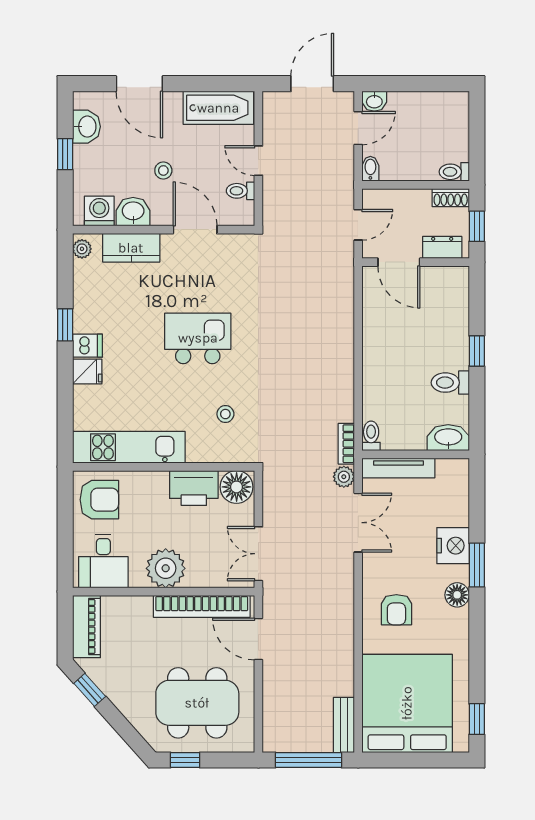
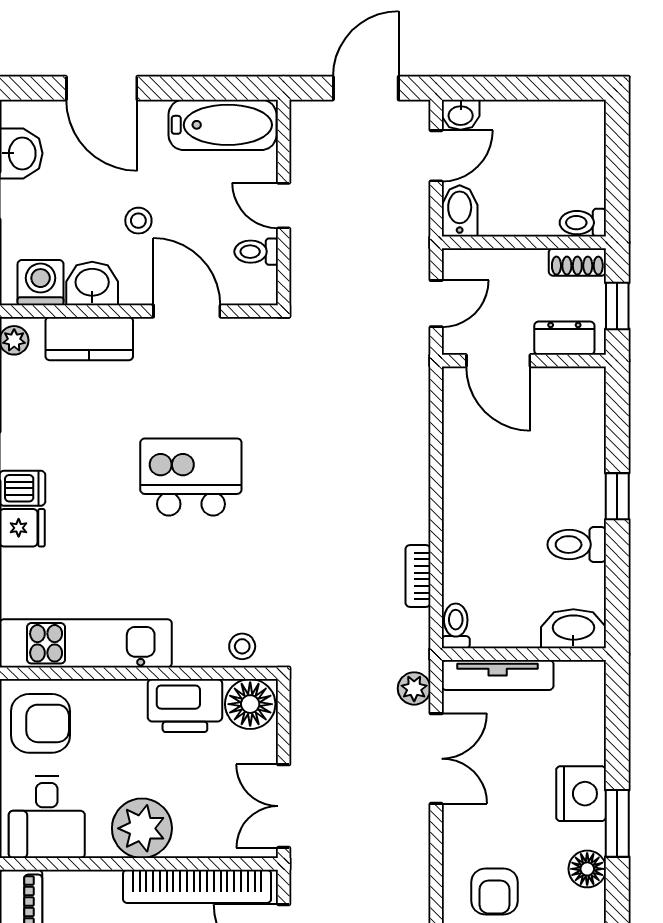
bidet: (370, 169) -> (460, 211), width x1.38, depth x1.36
stool: (225, 414) -> (242, 646), moved
bookcase: (346, 444) -> (418, 576), moved

